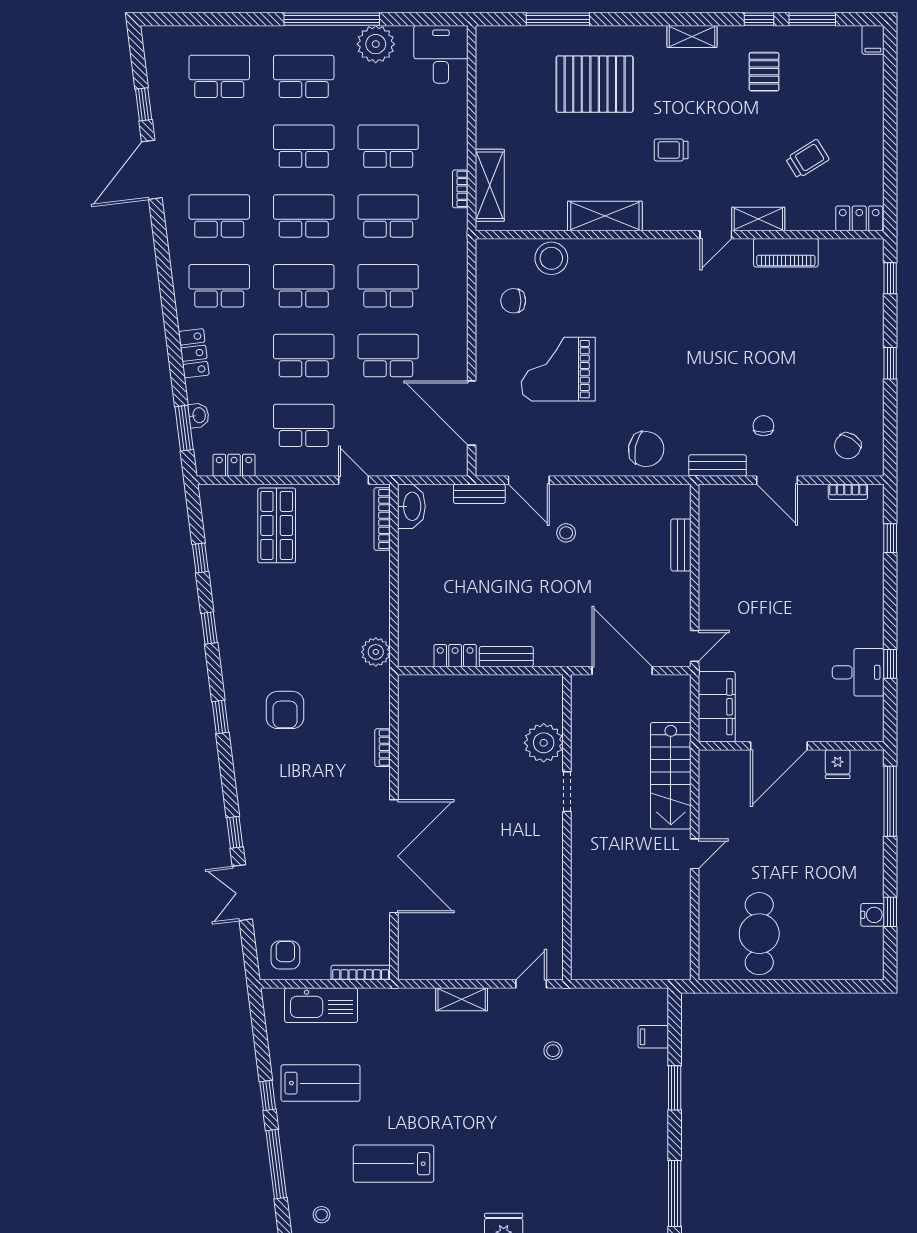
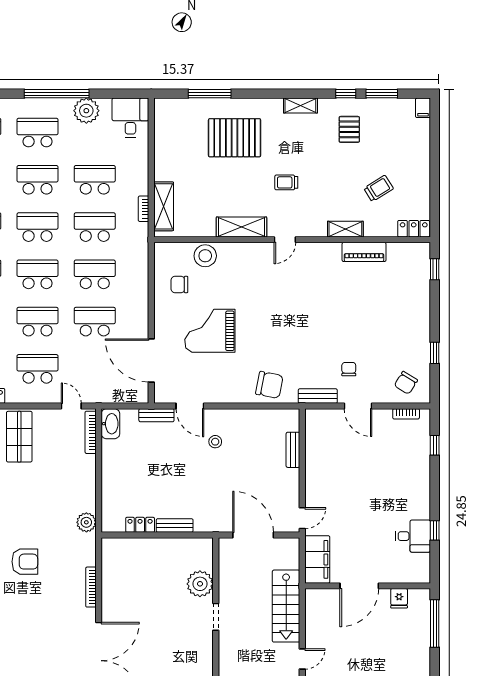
door: (716, 235) -> (285, 240), moved
window: (890, 363) -> (435, 353), moved
armchair: (285, 710) -> (25, 562), turned -90
bookcase: (383, 748) -> (91, 587), width x1.56

